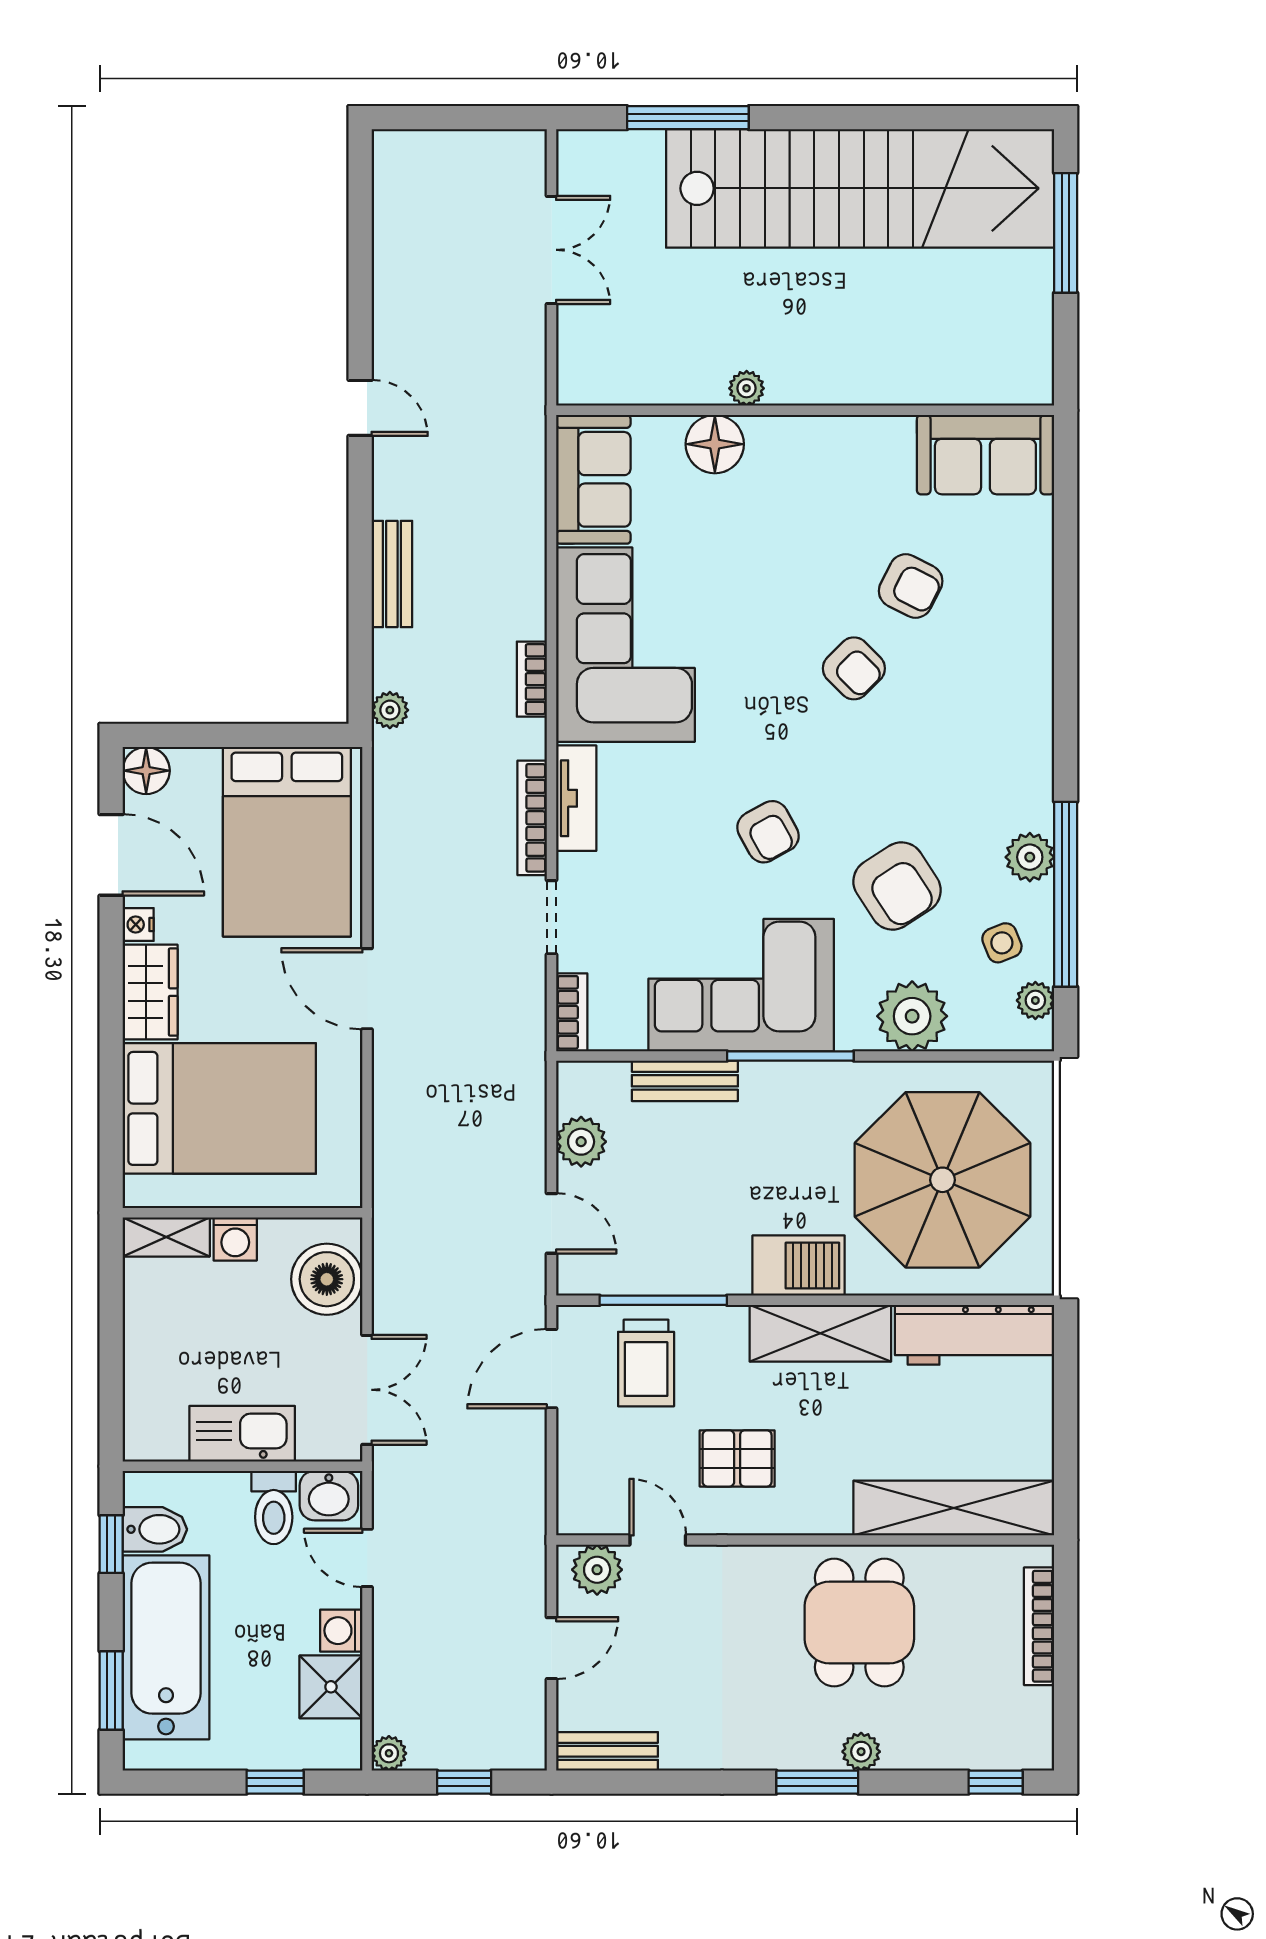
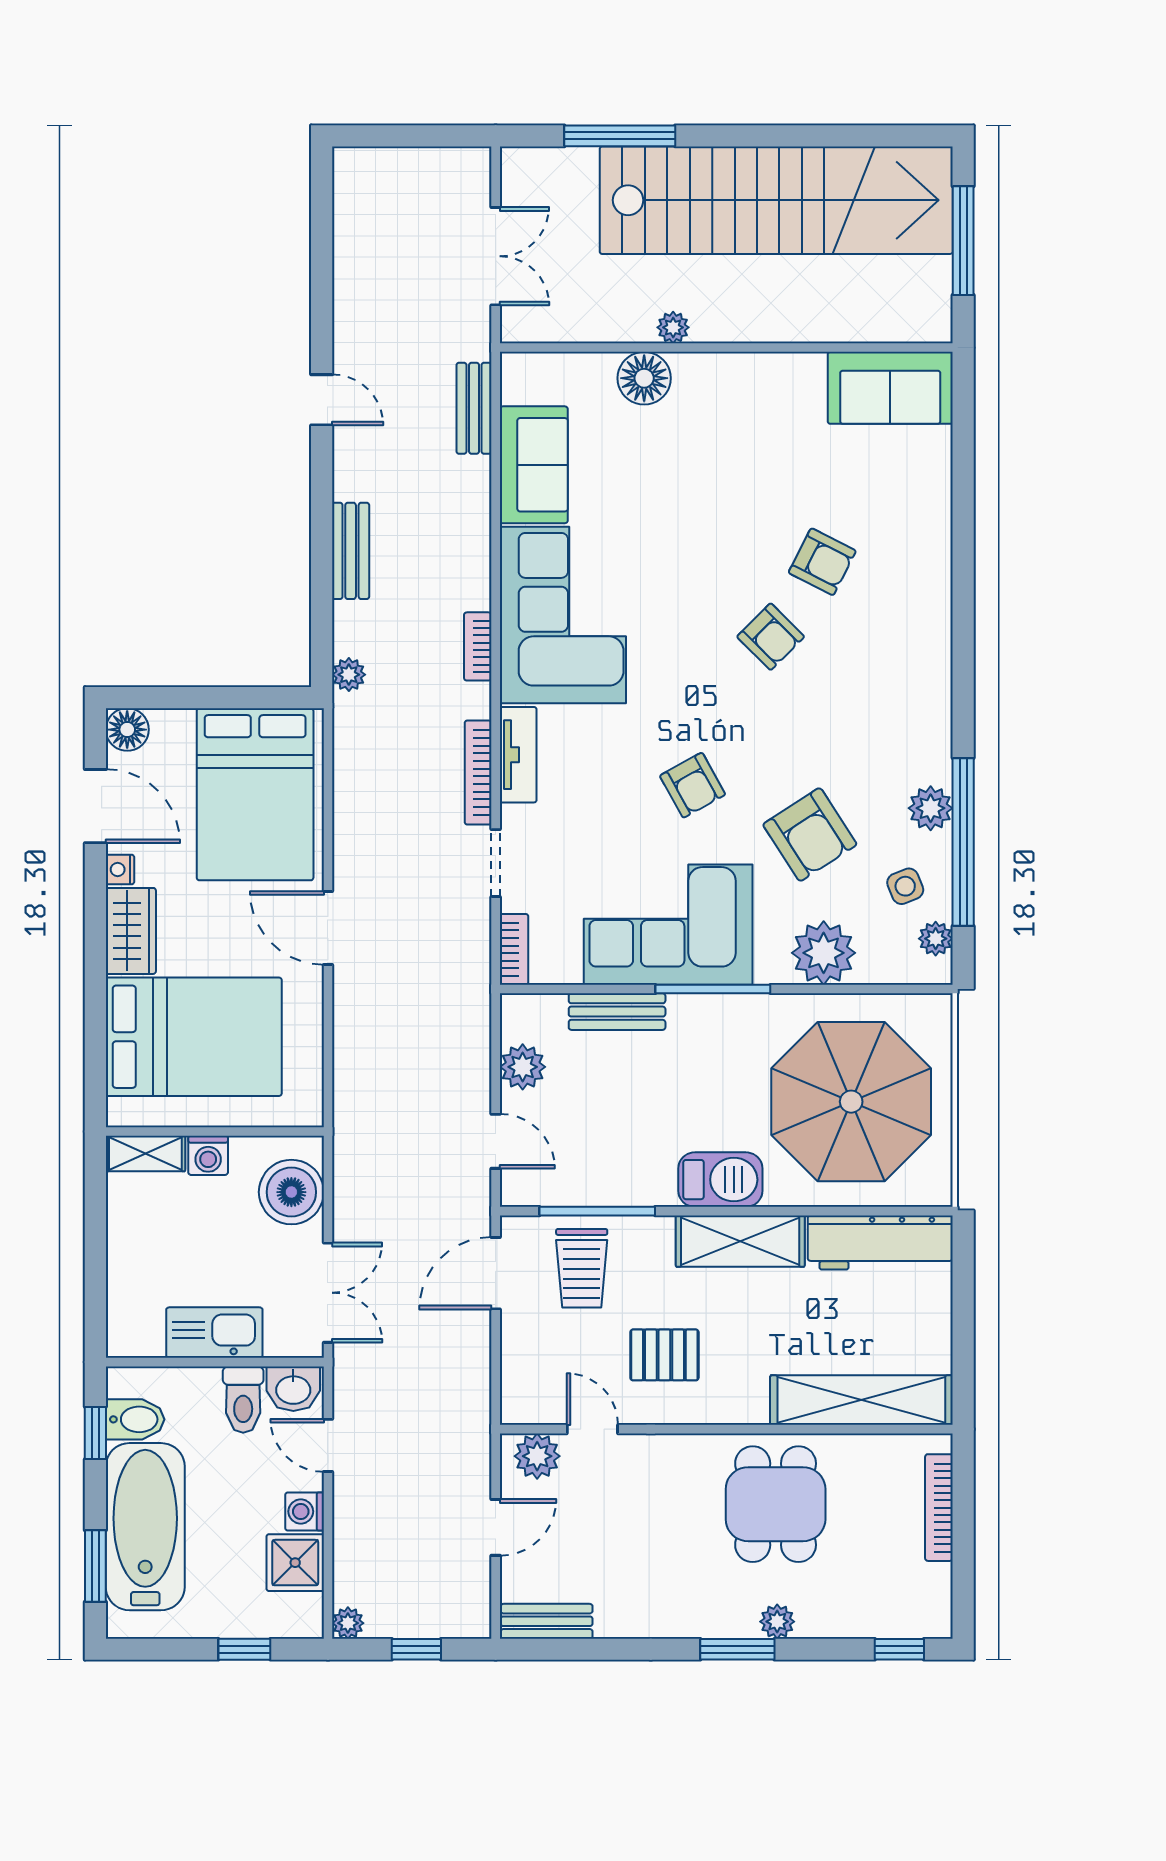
plant: (747, 388) -> (673, 327), moved
wall: (805, 410) -> (726, 348), moved
bench: (528, 417) -> (474, 408), added
floor lamp: (715, 444) -> (644, 378), moved
sofa: (985, 455) -> (890, 388), moved

